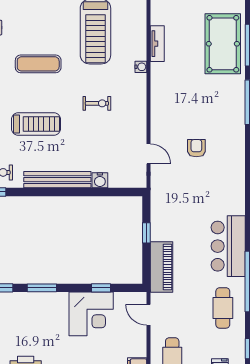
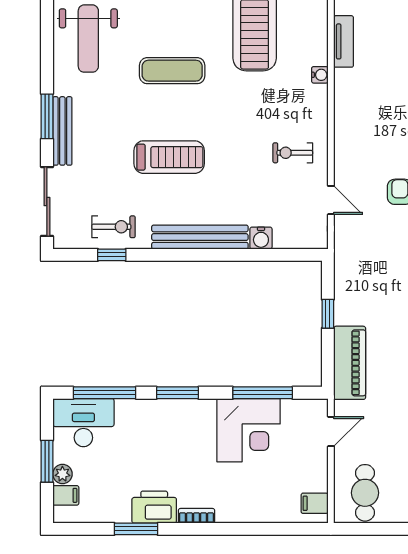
exercise bike: (97, 103) -> (293, 153), moved, turned 180
window: (101, 288) -> (263, 393), width x2.17
door: (149, 315) -> (331, 432), swing flipped

